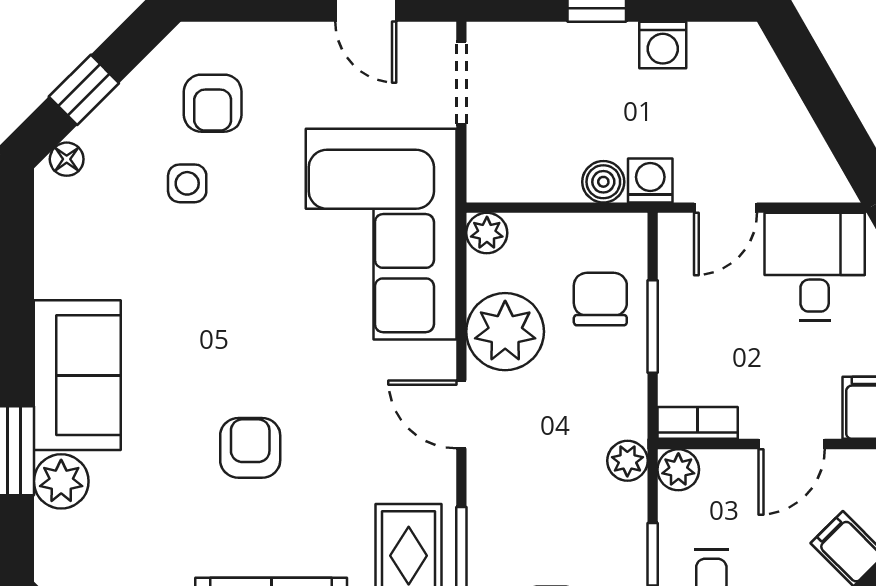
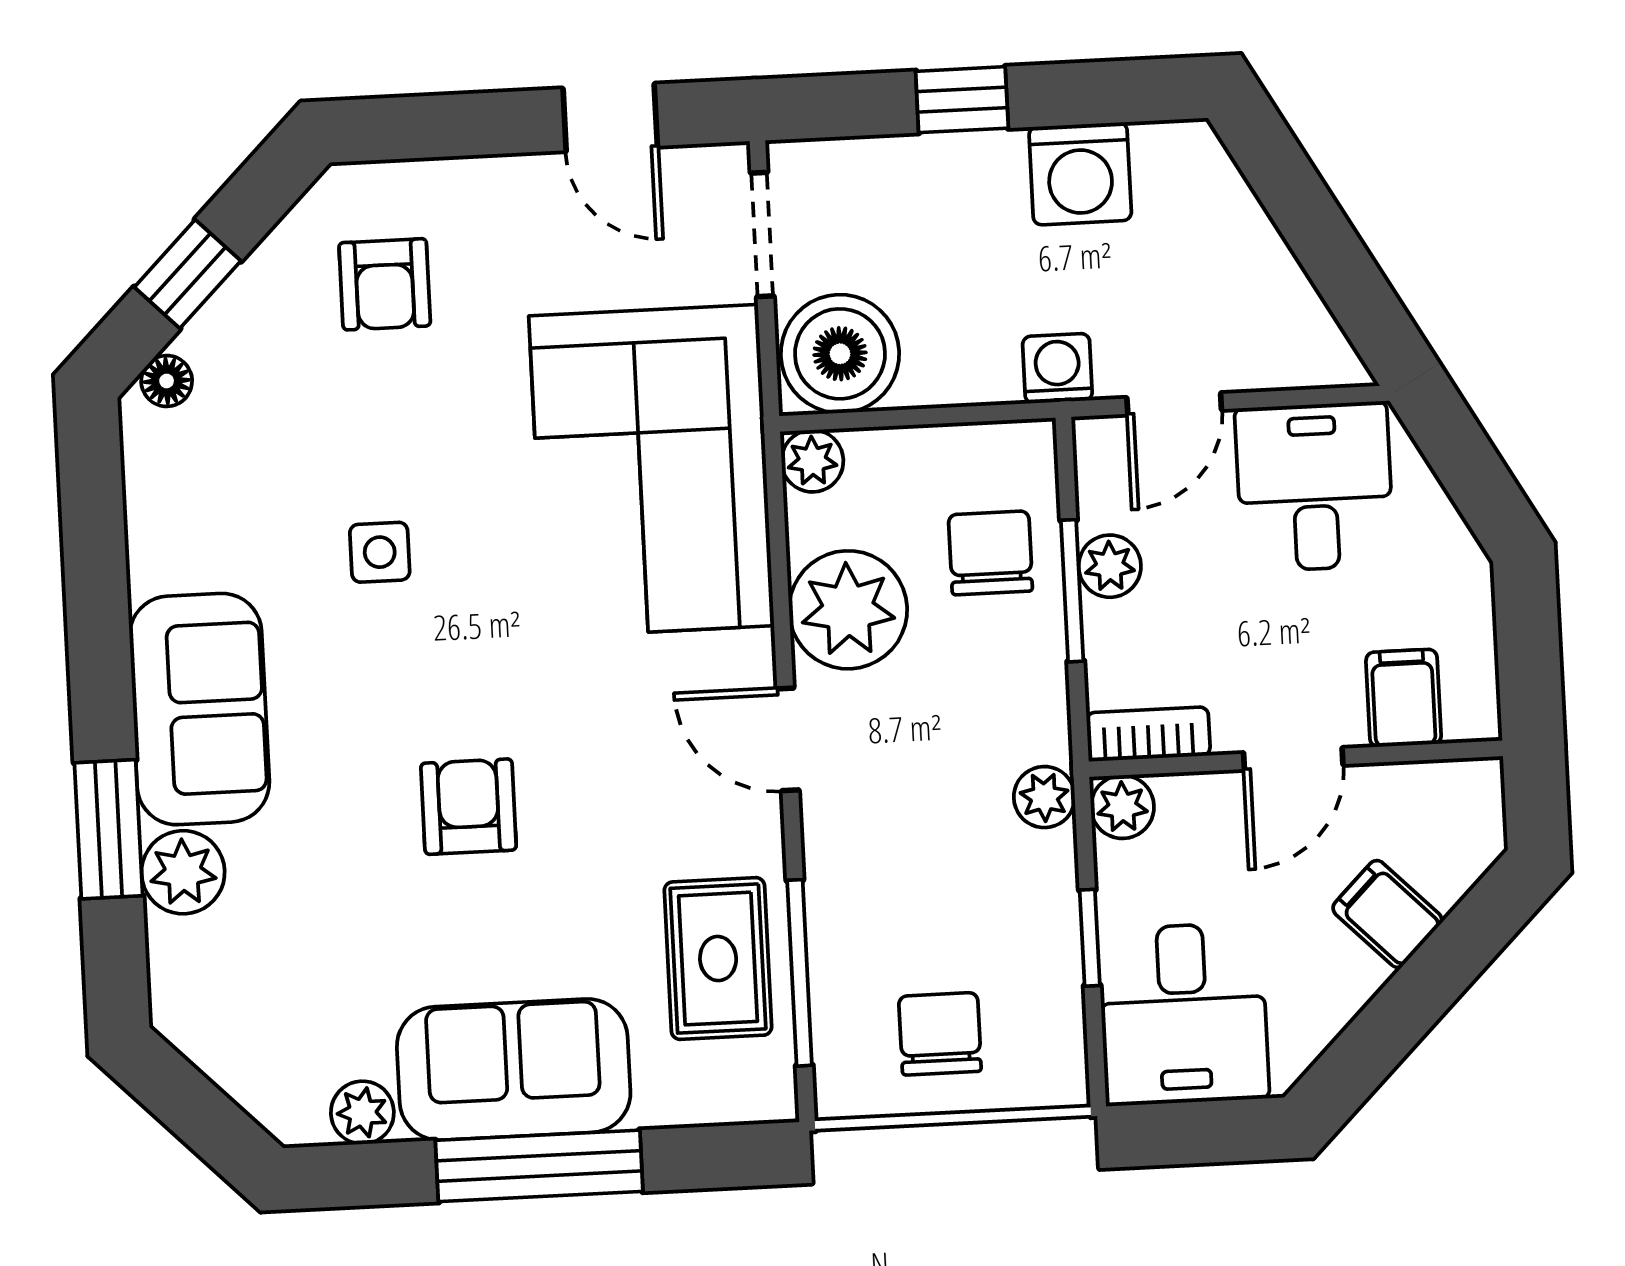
washing machine: (663, 45) -> (1080, 174), width x1.38, depth x1.38
boiler: (603, 182) -> (840, 354), moved, width x1.86, depth x1.86
side table: (187, 183) -> (380, 552), moved
plant: (678, 312) -> (1110, 566), added

